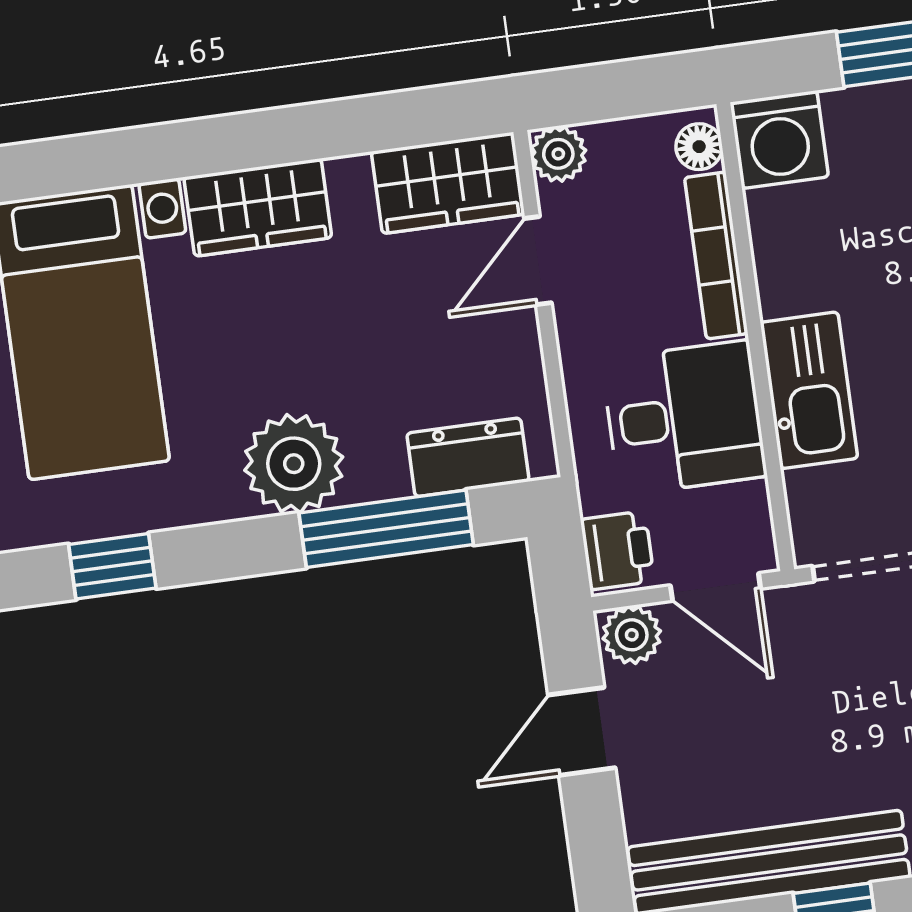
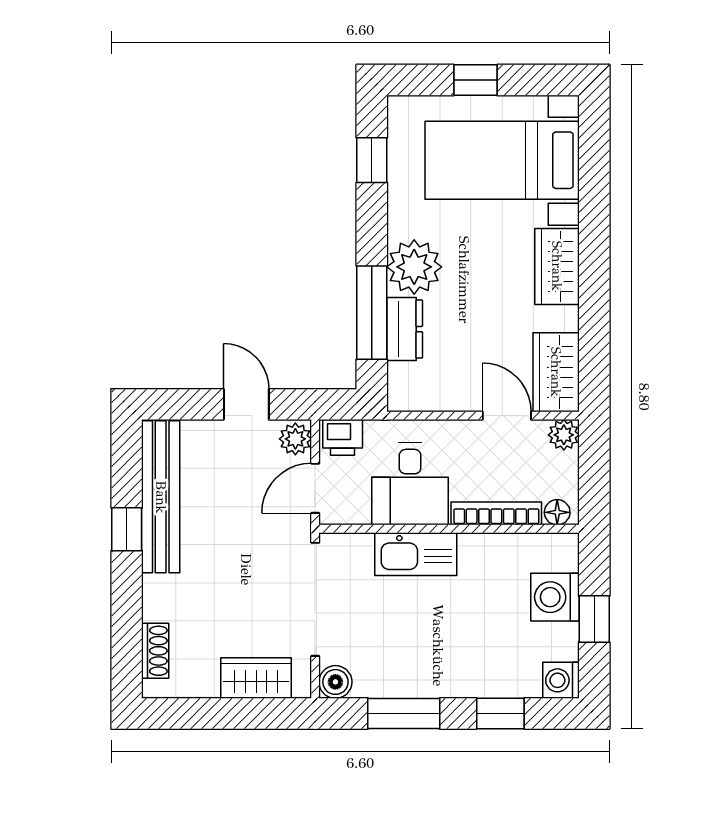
washing machine: (779, 140) -> (555, 597), moved
dresser: (468, 457) -> (405, 329), moved

